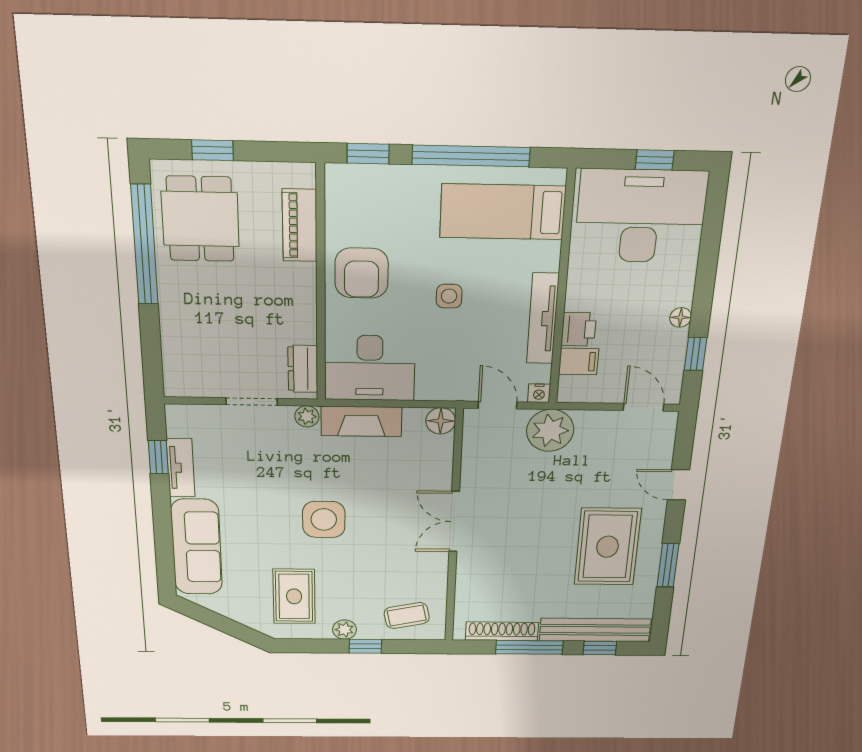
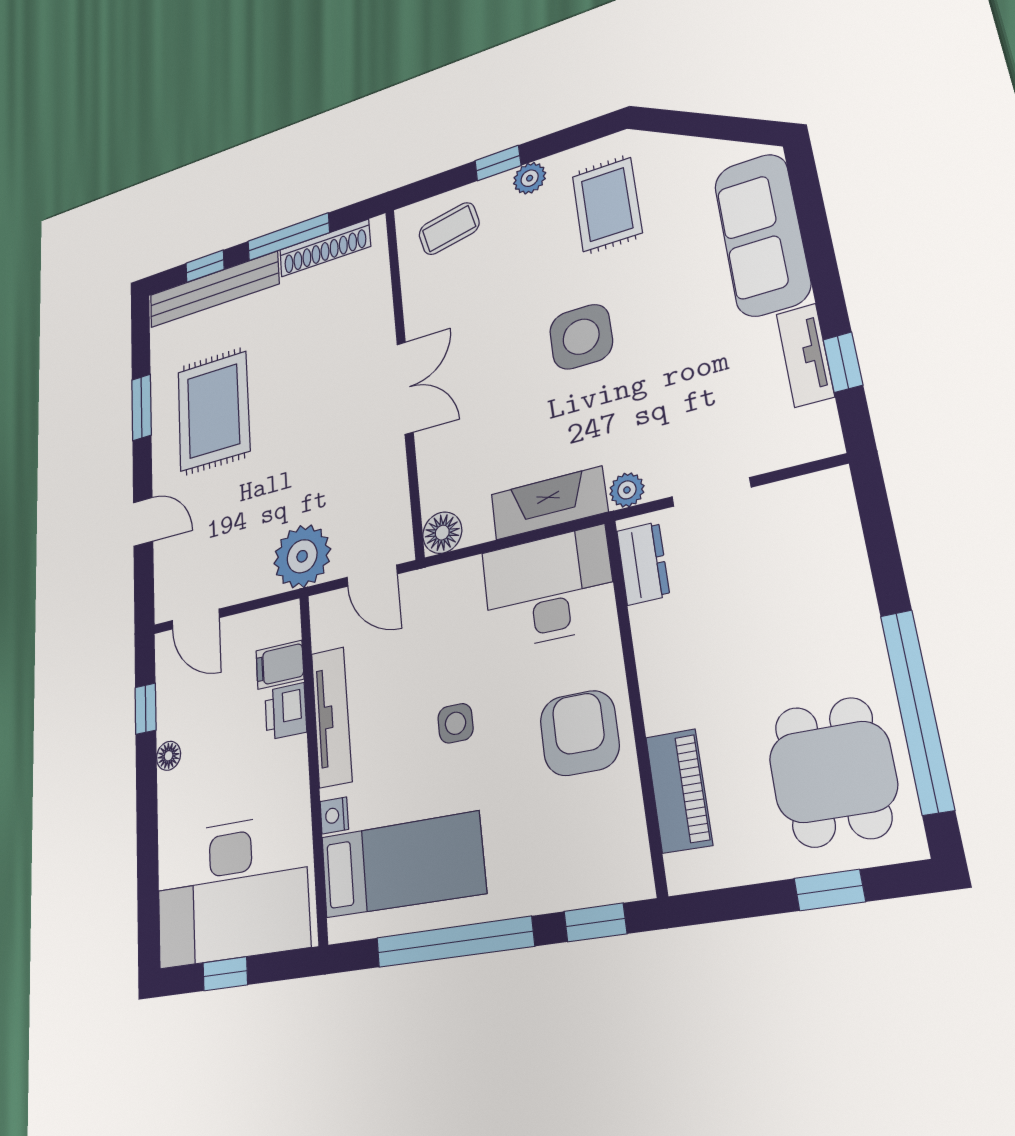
nightstand: (539, 393) -> (334, 815), moved, turned -90

